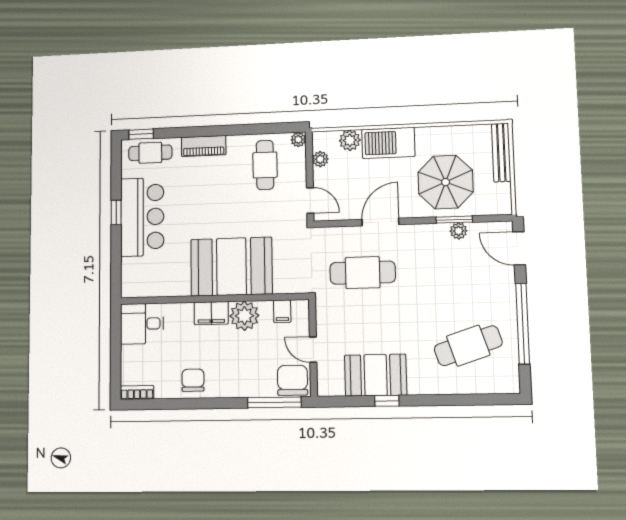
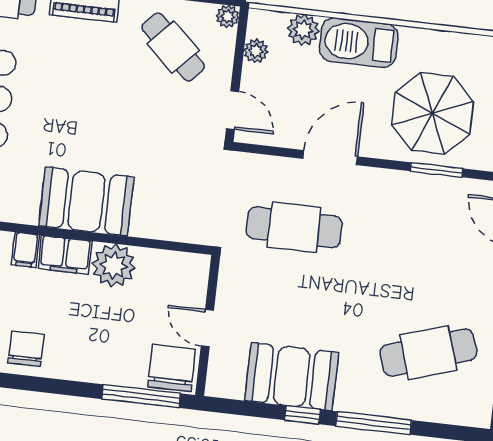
cafe table: (265, 165) -> (173, 47), turned -47
plant: (459, 231) -> (440, 187), removed
booth: (231, 267) -> (86, 201), width x0.73, depth x0.70
filing cabinet: (282, 311) -> (25, 250), moved
window: (437, 400) -> (374, 423), added

